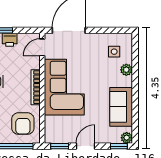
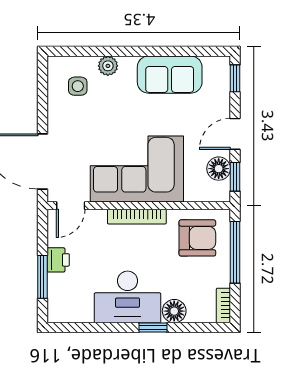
door: (42, 47) -> (71, 206), hinge flipped
floor lamp: (65, 136) -> (219, 169), added
plant: (127, 138) -> (221, 65), removed
door: (85, 146) -> (235, 134), hinge flipped

